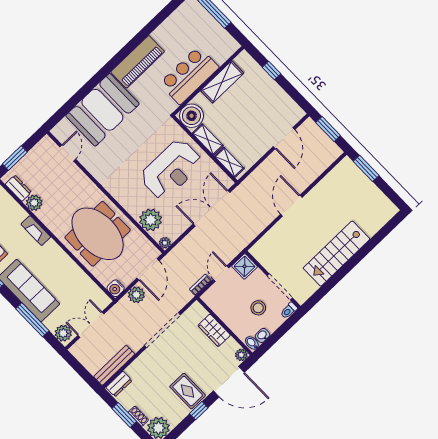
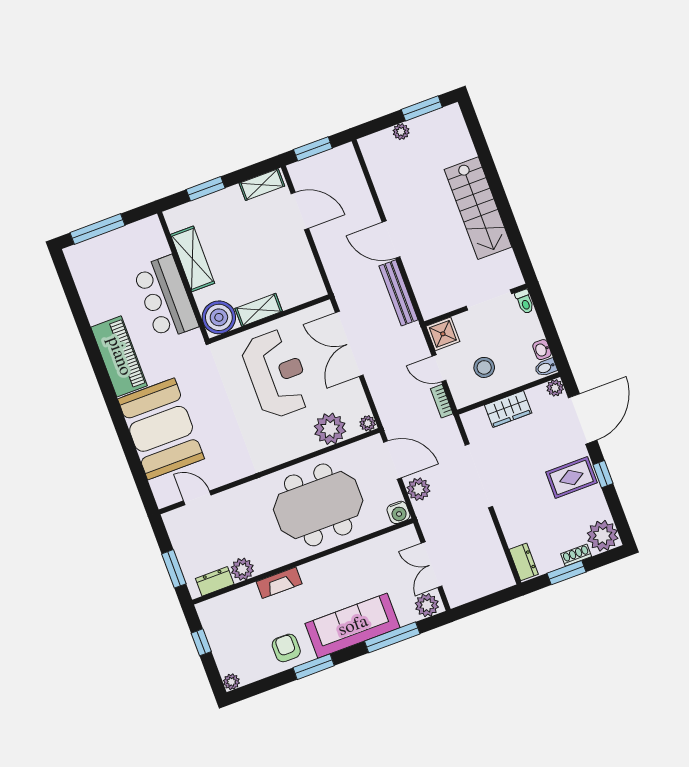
window: (272, 71) -> (206, 189), width x1.50
shelving: (229, 162) -> (262, 185), moved
window: (366, 168) -> (422, 108), moved
plant: (364, 182) -> (401, 132), added
stool: (258, 308) -> (484, 367), moved
bench: (114, 365) -> (399, 293), moved

